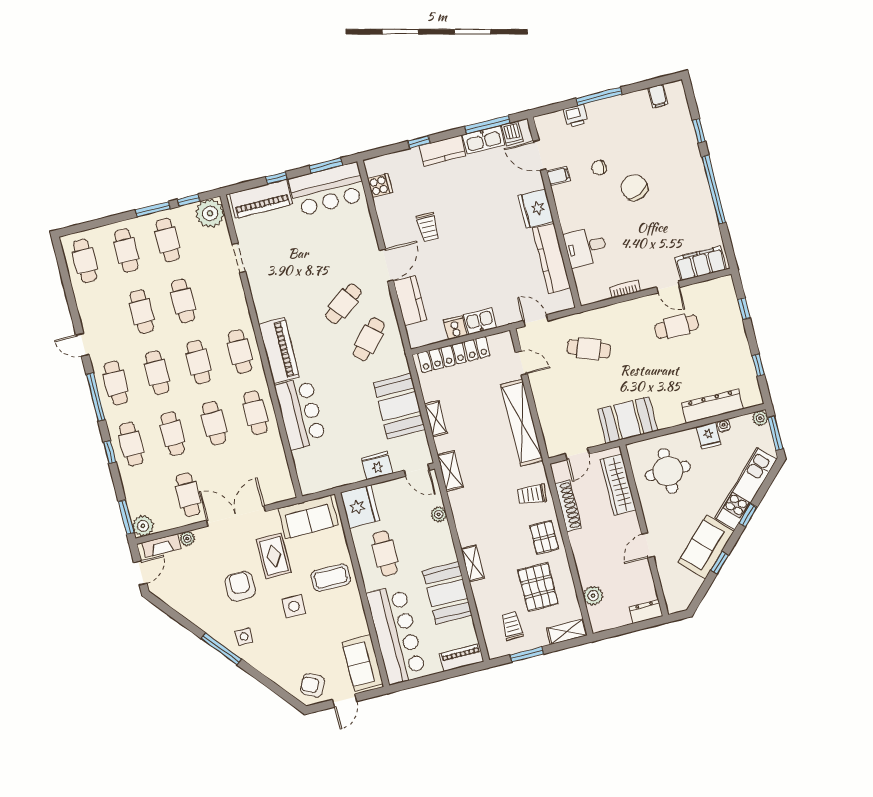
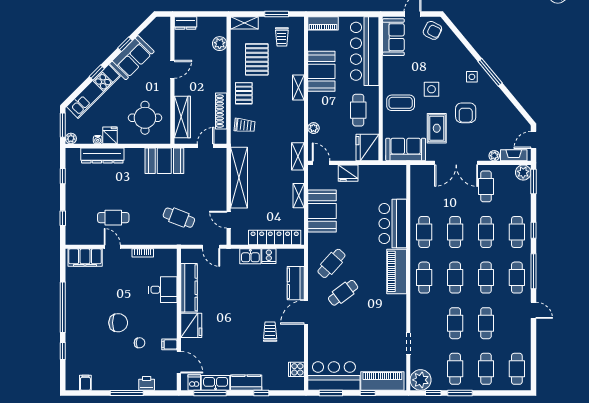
chair: (634, 187) -> (118, 323), turned -64

